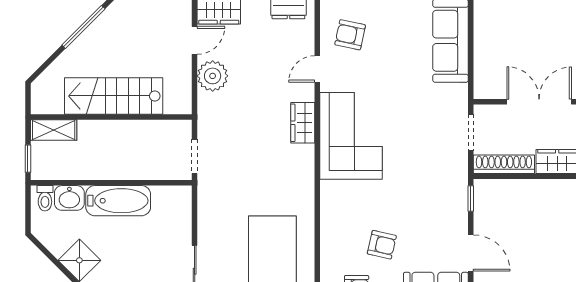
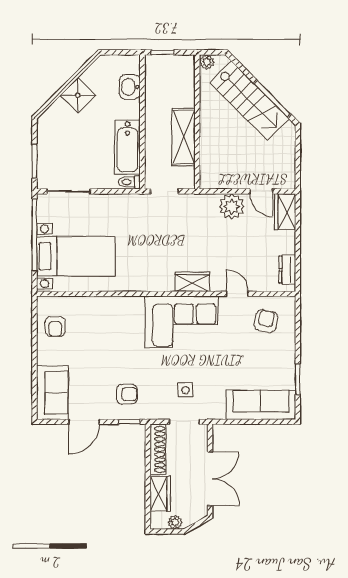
stairs: (114, 96) -> (249, 101), moved, turned 135
plant: (40, 106) -> (207, 62), added
shelving: (54, 130) -> (183, 137), moved, width x1.50, depth x1.33
side table: (433, 131) -> (185, 390), added
toilet: (45, 198) -> (129, 182), moved
bathtub: (118, 201) -> (127, 147), moved
armchair: (382, 245) -> (127, 394), moved, turned -103

